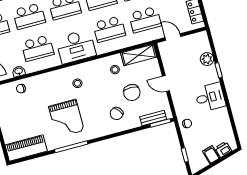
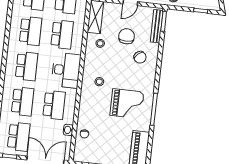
chair: (132, 93) -> (127, 36), turned -90
bench: (153, 118) -> (157, 26), width x1.36

